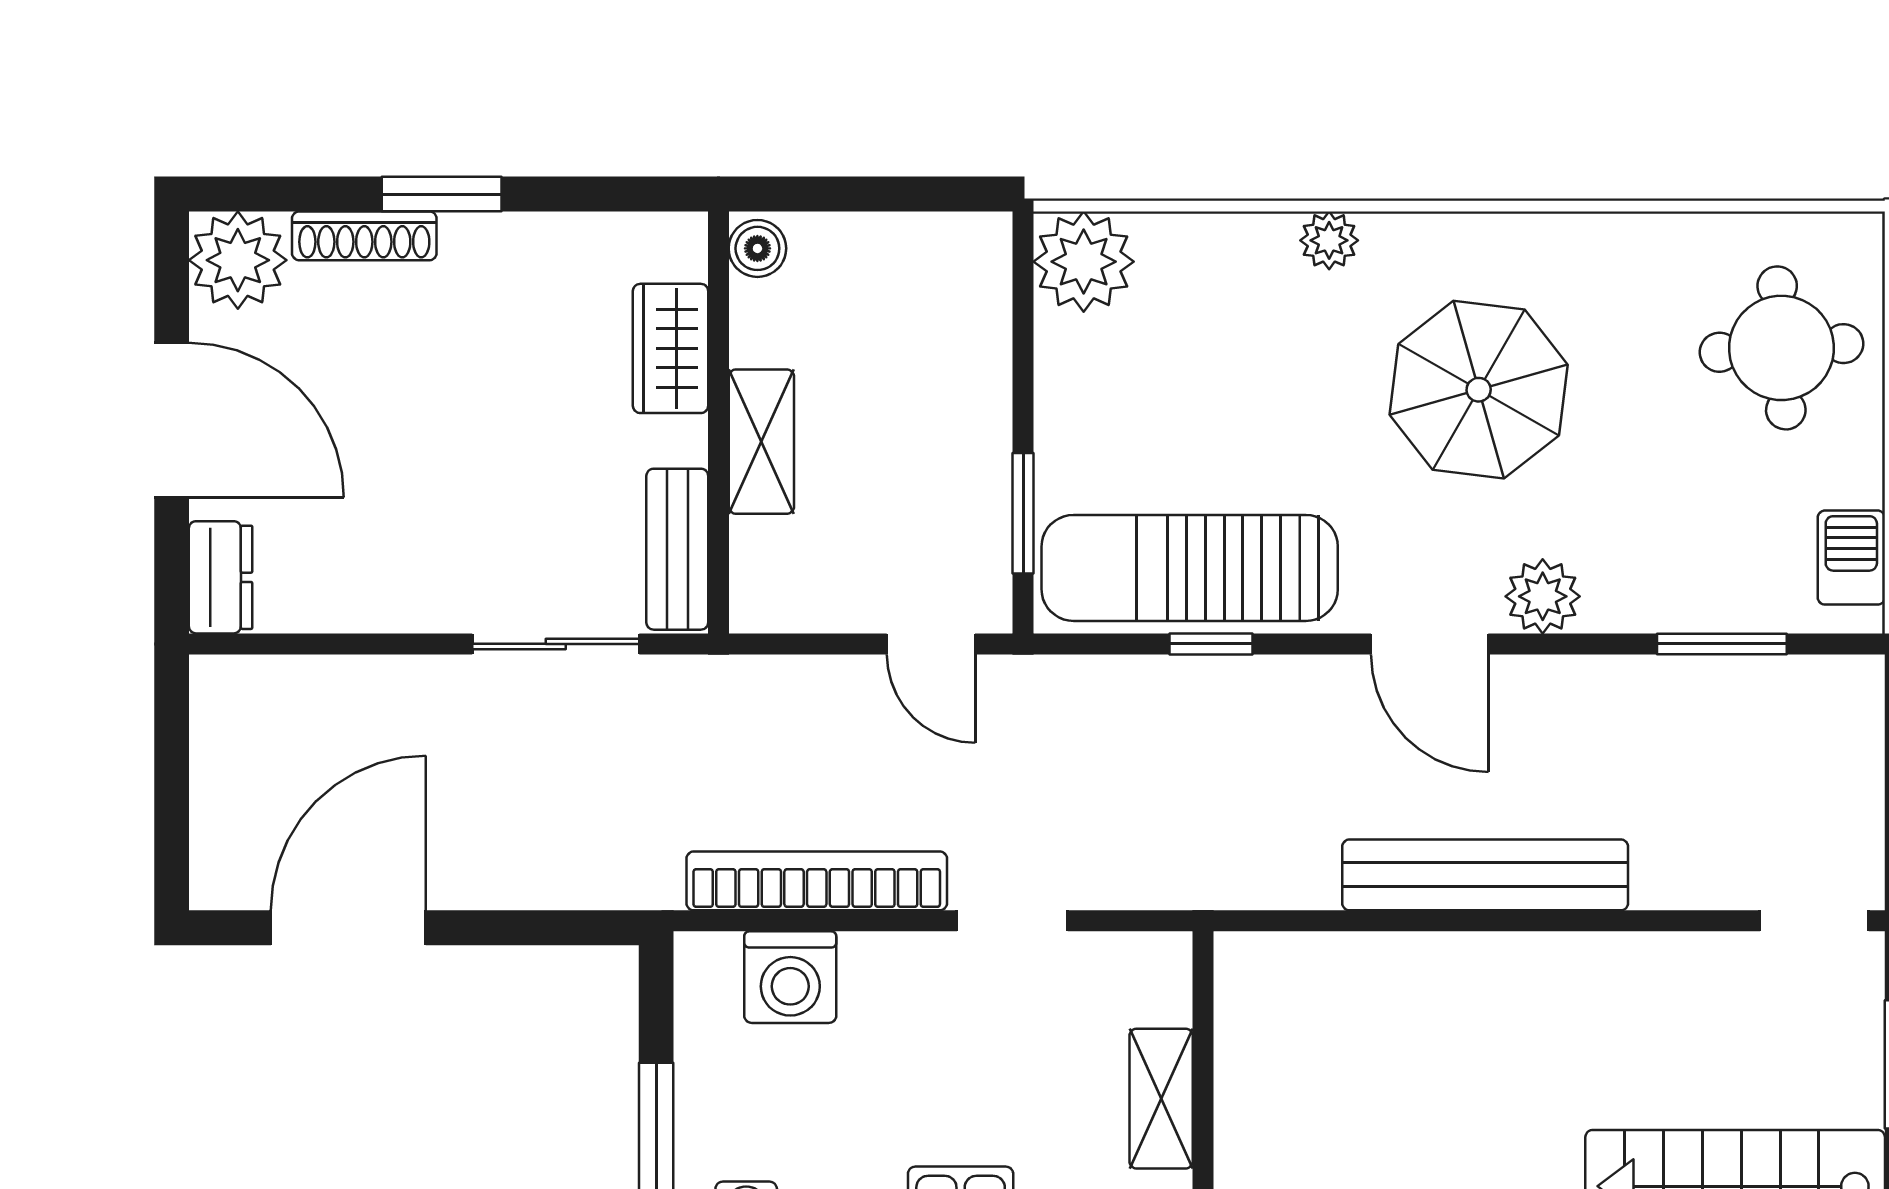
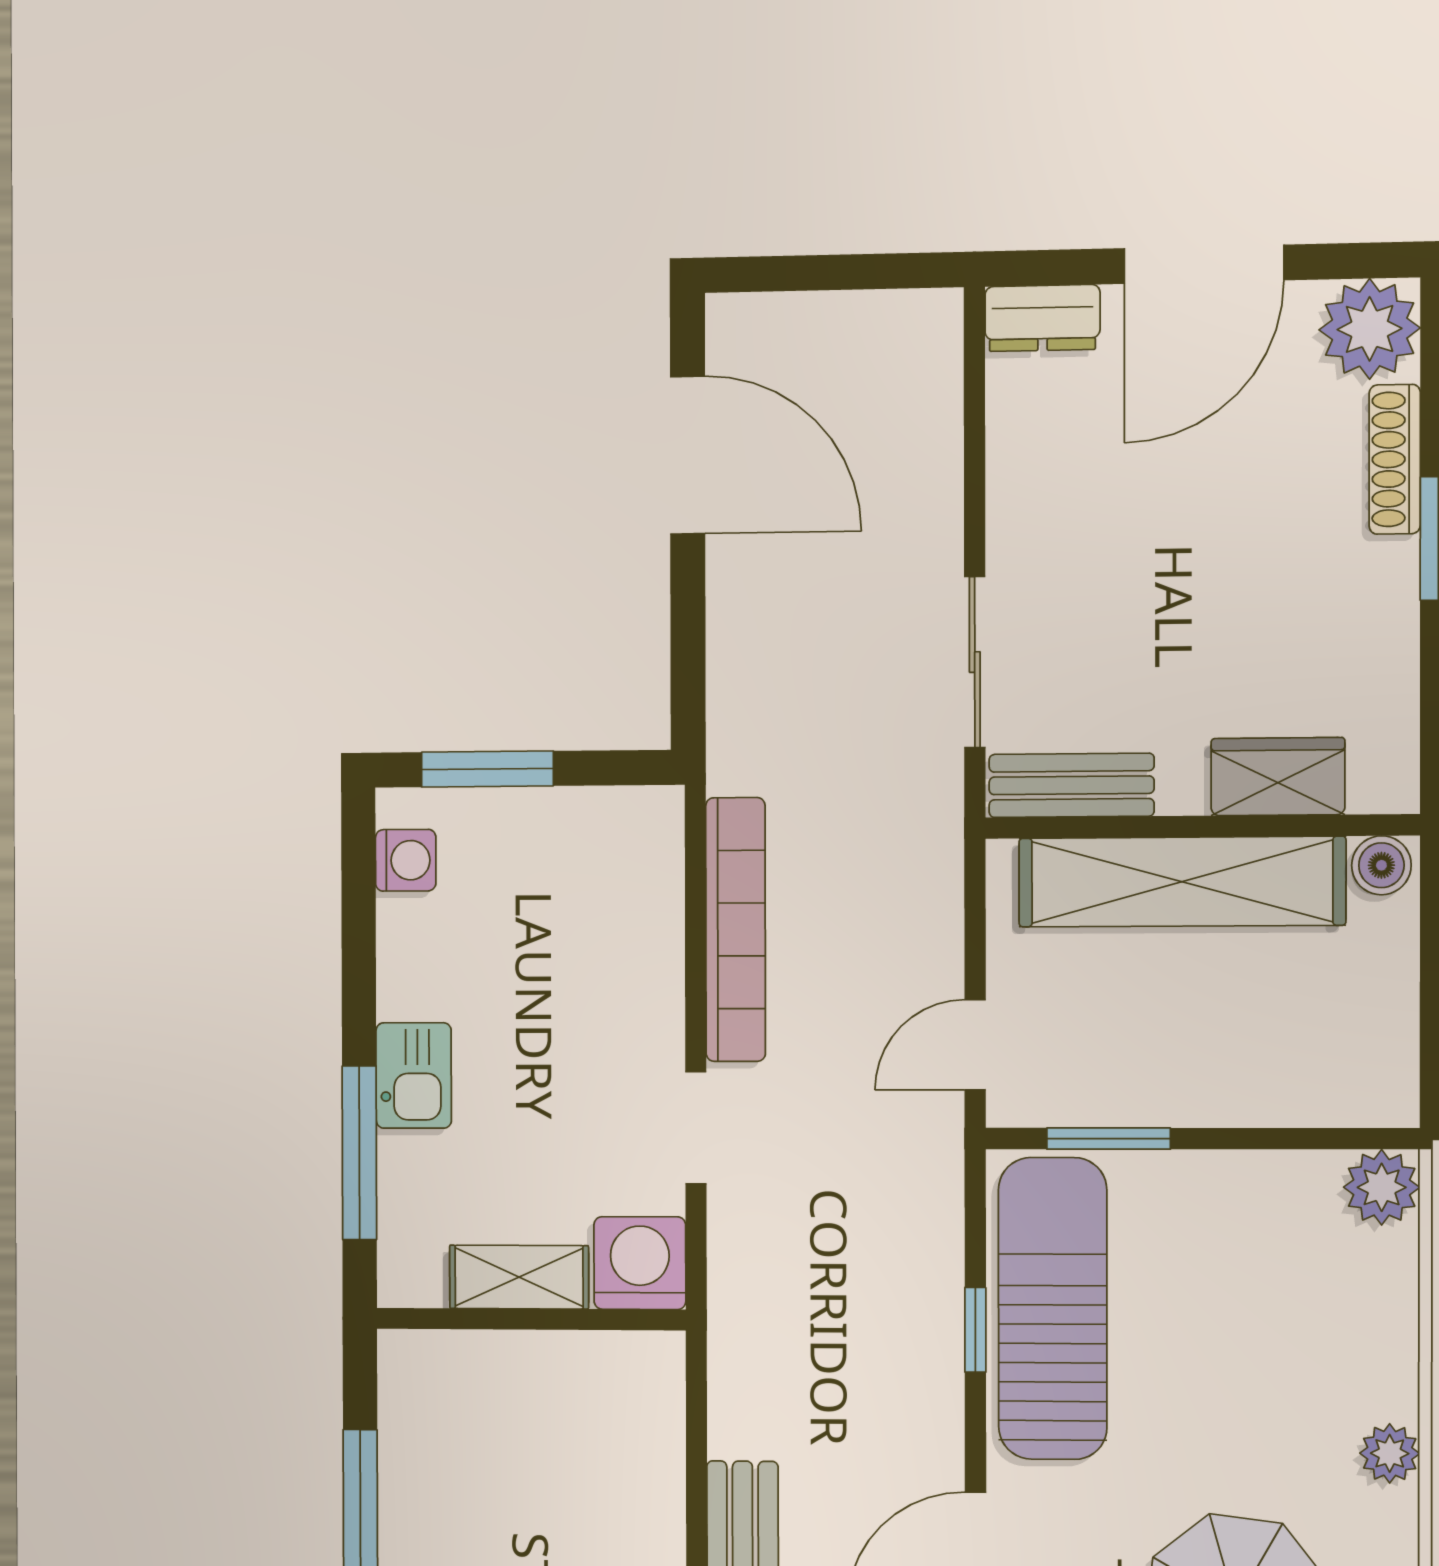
plant: (1084, 262) -> (1382, 1187), width x0.73, depth x0.73
shelving: (761, 442) -> (1182, 882), width x2.20, depth x1.33
washing machine: (790, 977) -> (640, 1263), moved, turned 90

